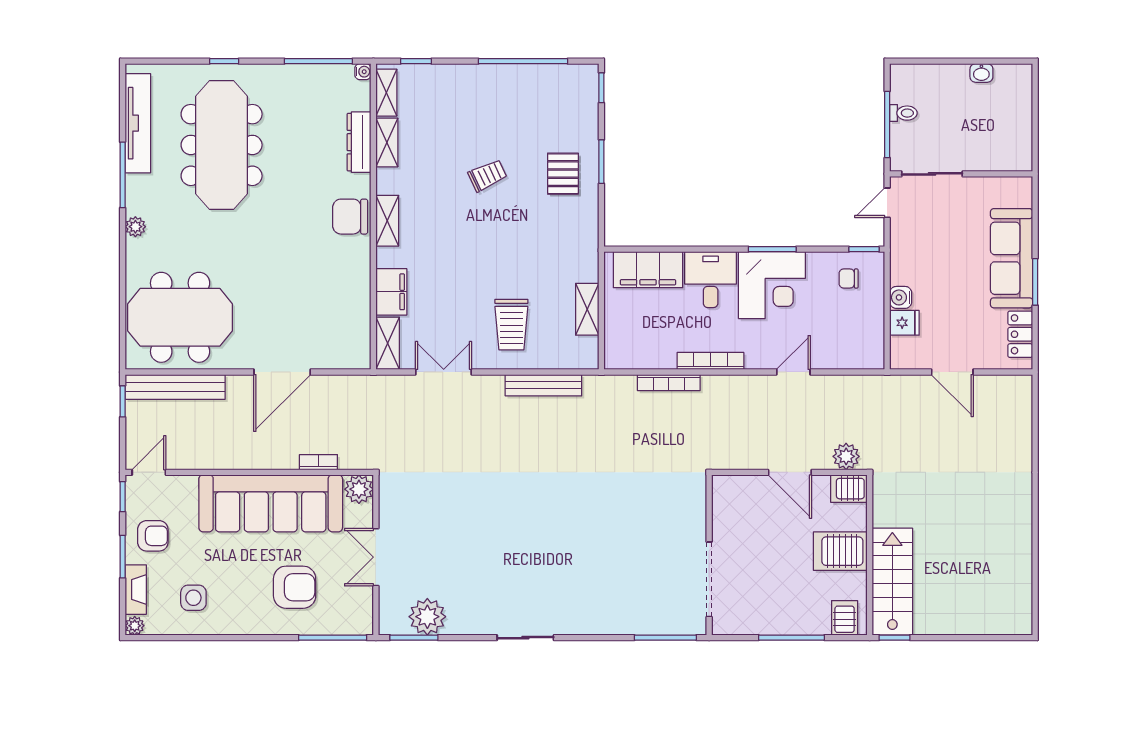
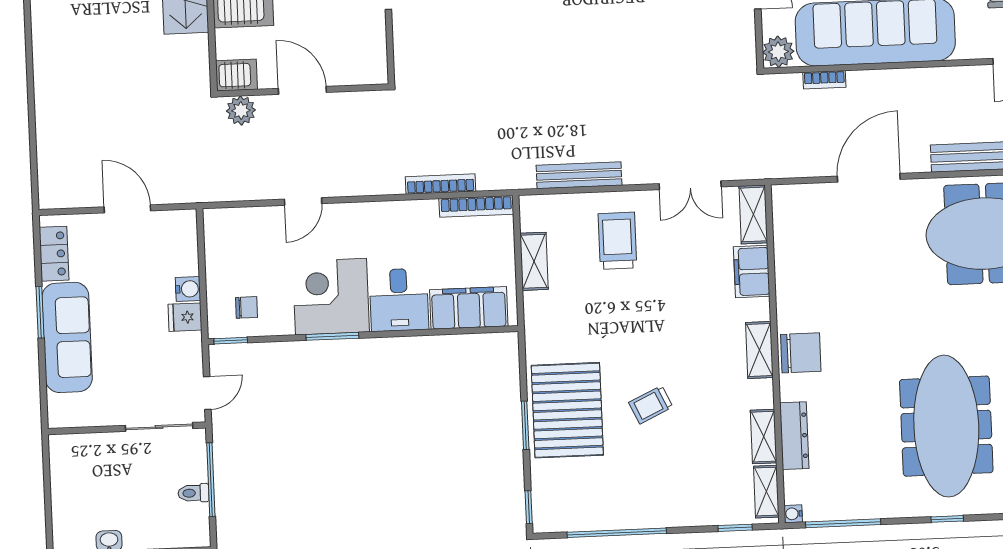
pallet: (563, 174) -> (567, 410), width x2.05, depth x2.00
fridge: (904, 323) -> (185, 317), moved
bookcase: (710, 361) -> (476, 206), moved

